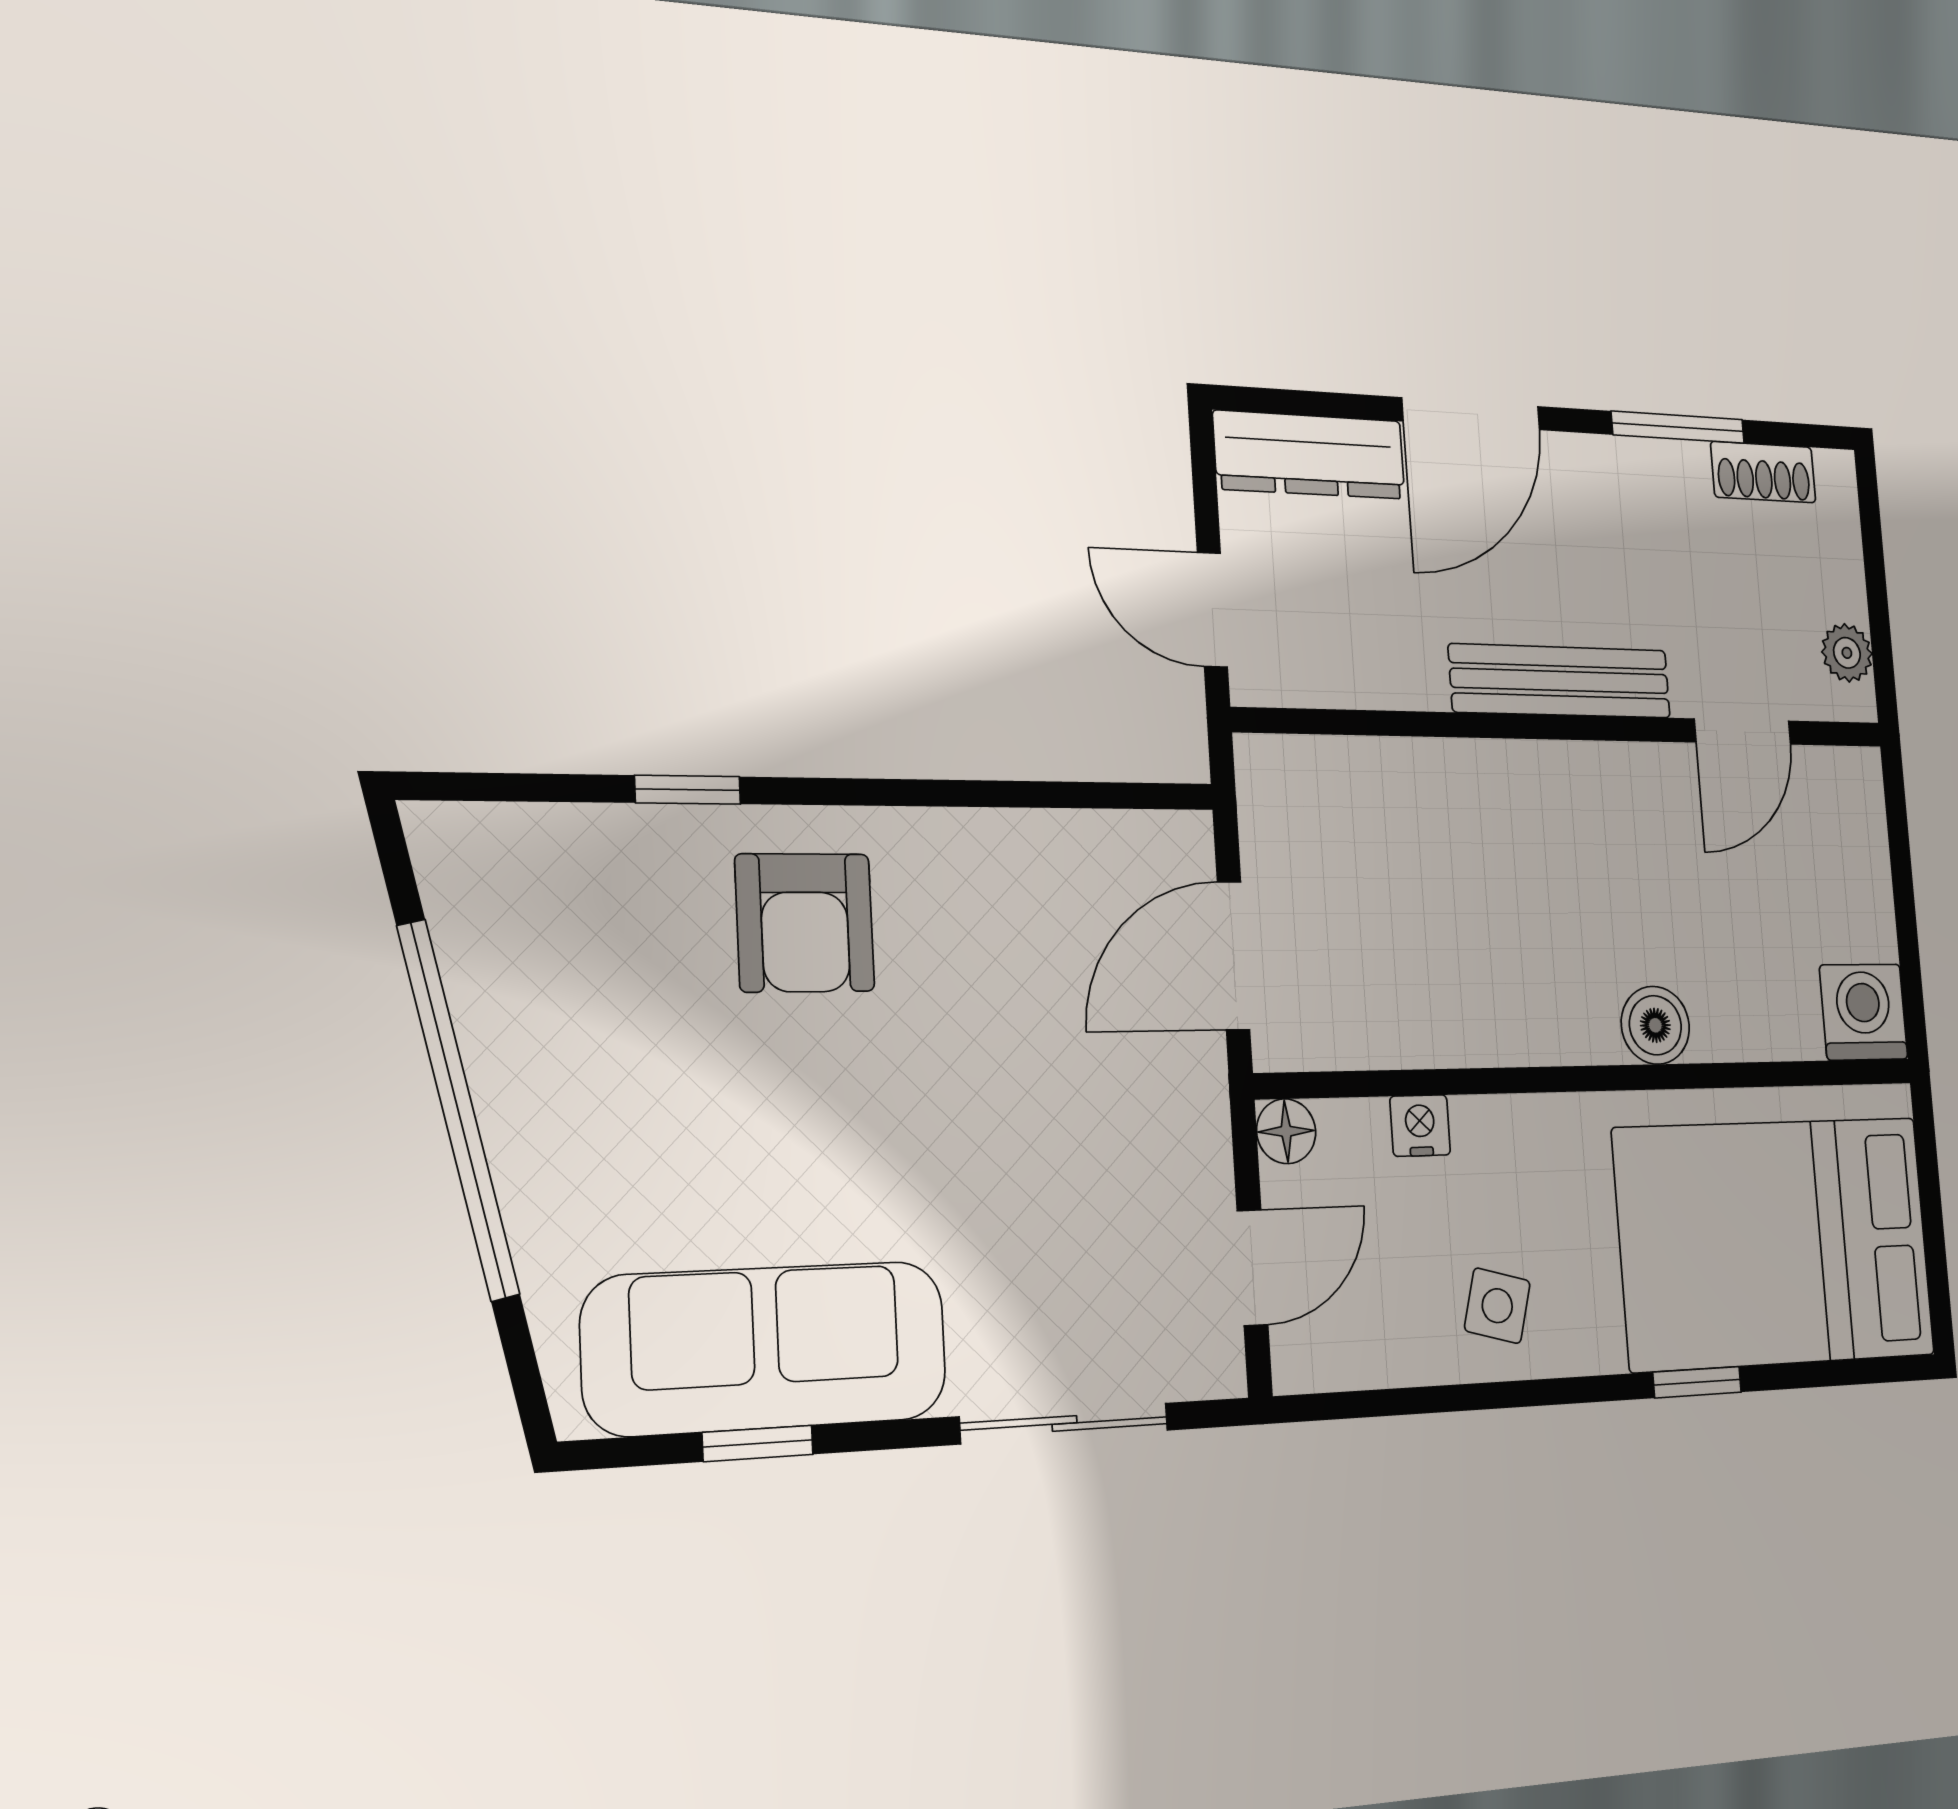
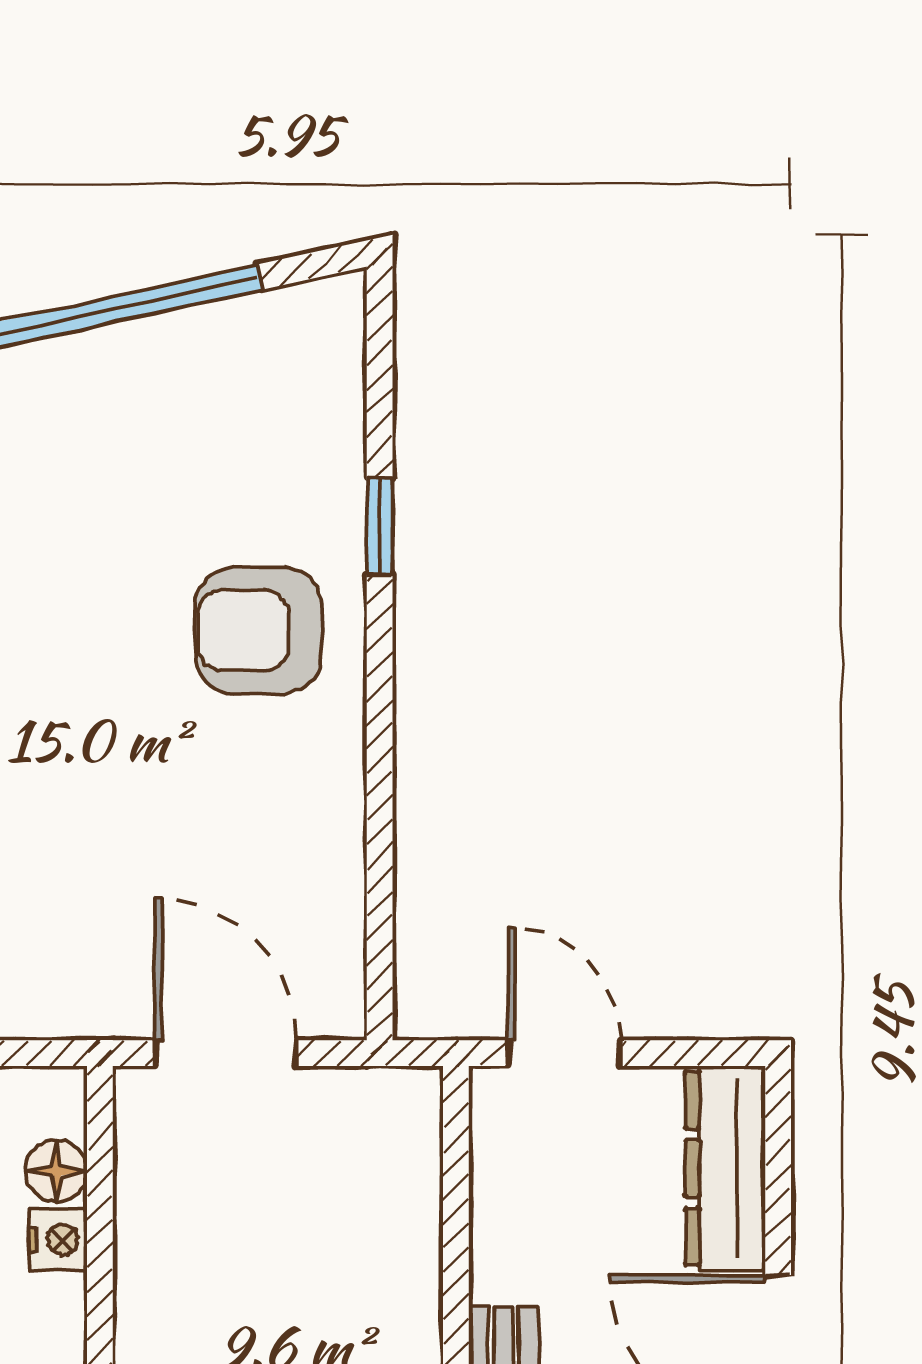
door: (1212, 610) -> (564, 1053), hinge flipped
floor lamp: (1286, 1131) -> (56, 1171), moved

